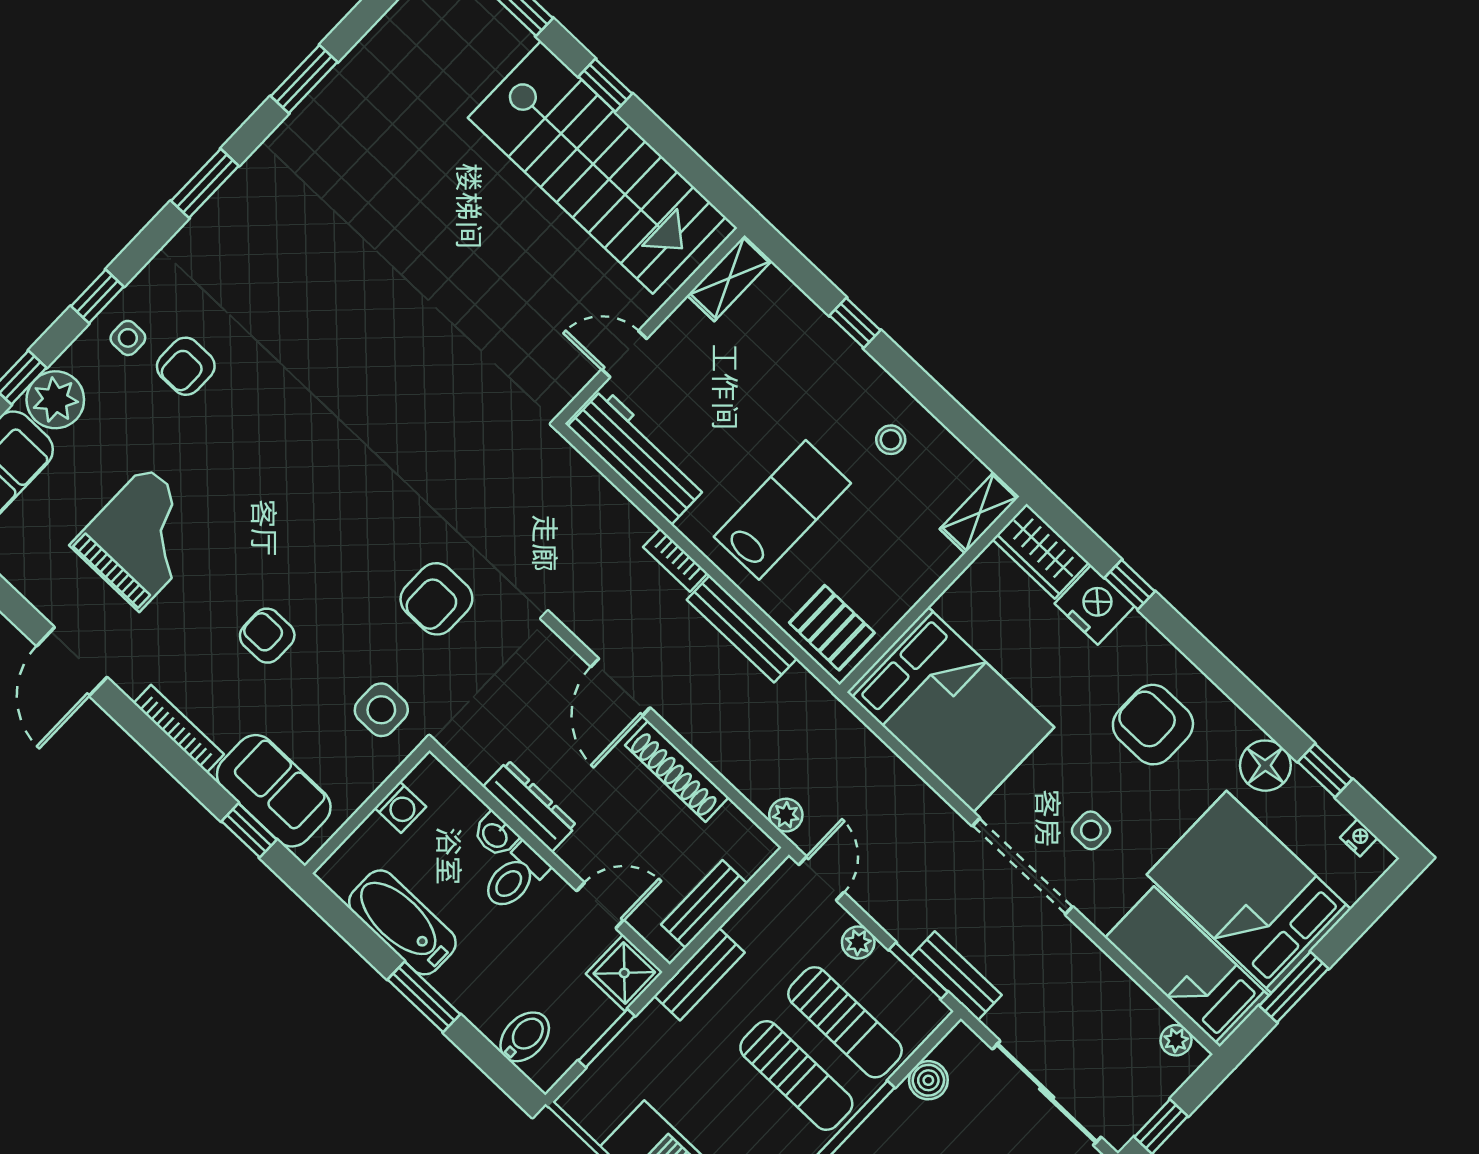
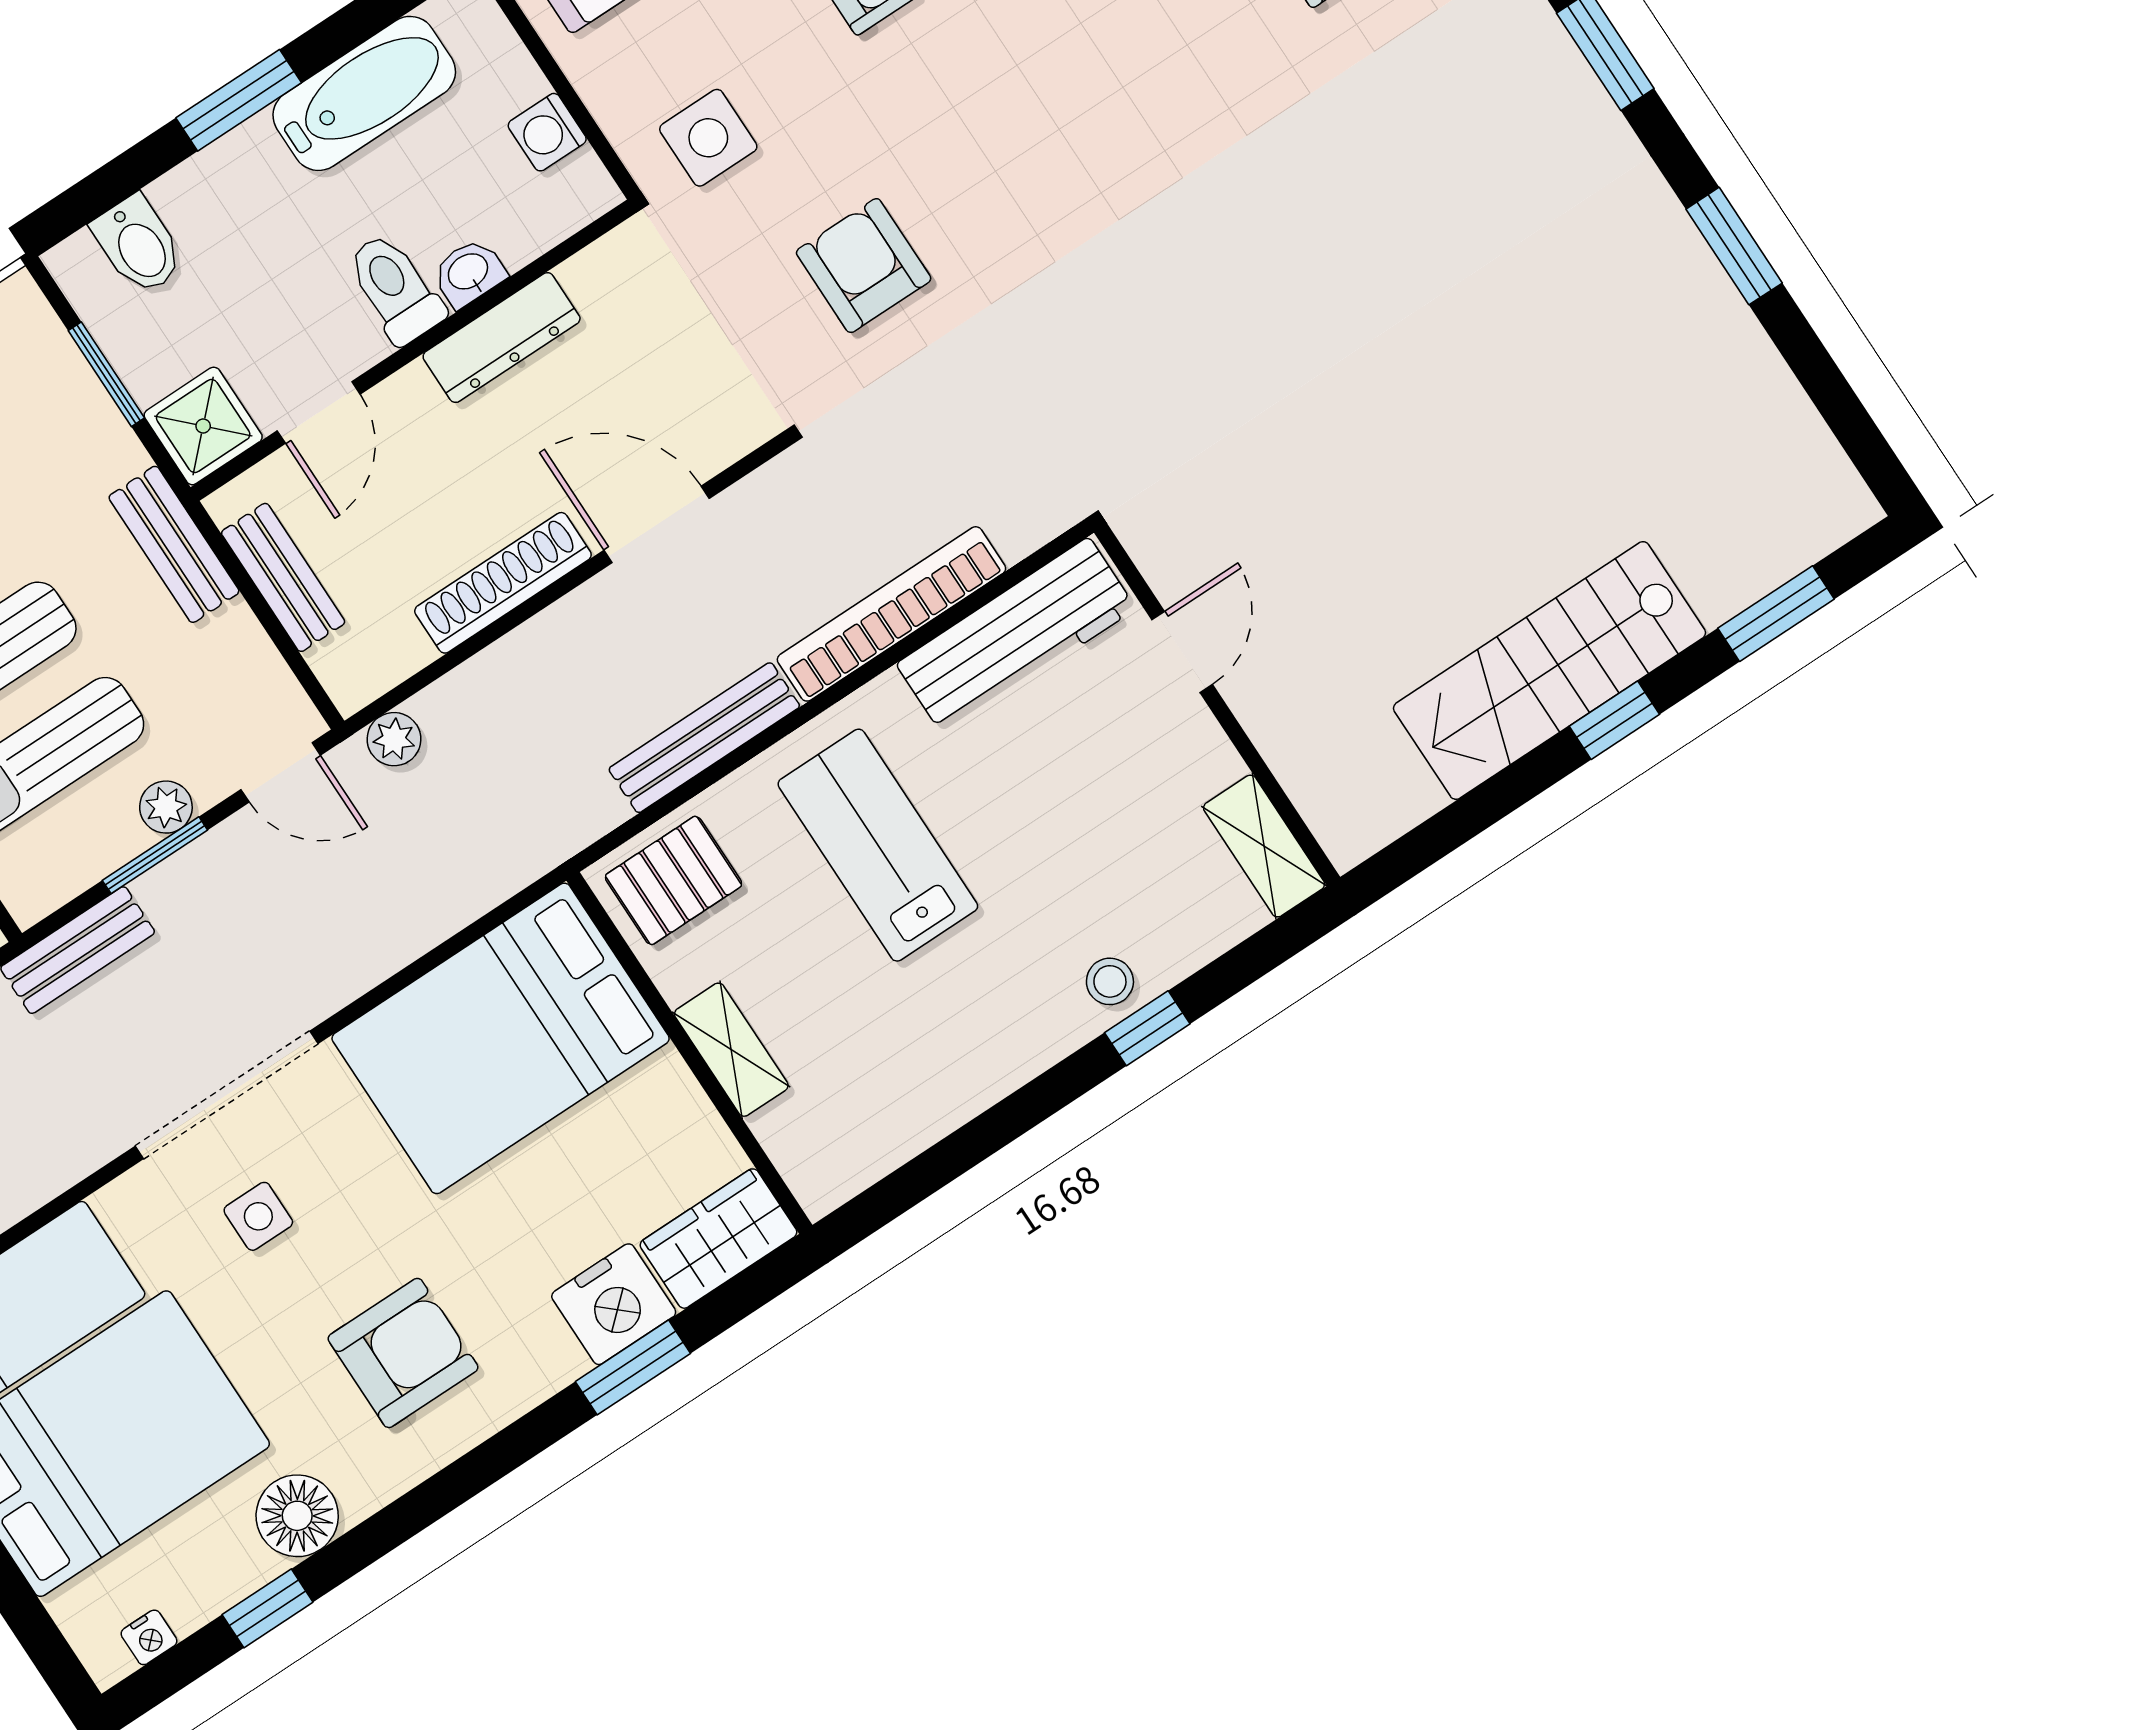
stairs: (597, 167) -> (1549, 670), width x0.73, depth x0.66
stool: (891, 440) -> (1110, 981), moved
lab bench: (782, 510) -> (878, 845), turned 180
shelving: (980, 513) -> (731, 1050), moved
bookcase: (675, 560) -> (891, 614), width x2.31, depth x1.31
window: (1130, 585) -> (633, 1367), width x1.50
window: (918, 971) -> (155, 855), moved

